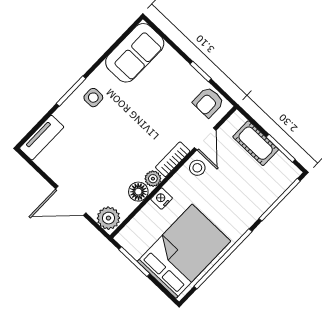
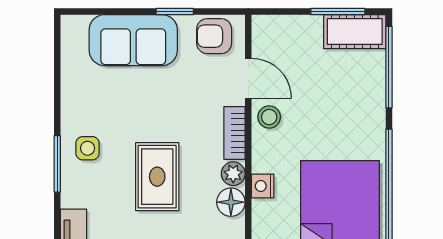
sofa: (135, 53) -> (133, 40), moved, turned 90
armchair: (208, 102) -> (214, 36), turned 90
cot: (256, 143) -> (355, 32), moved
rug: (114, 144) -> (157, 177), added

